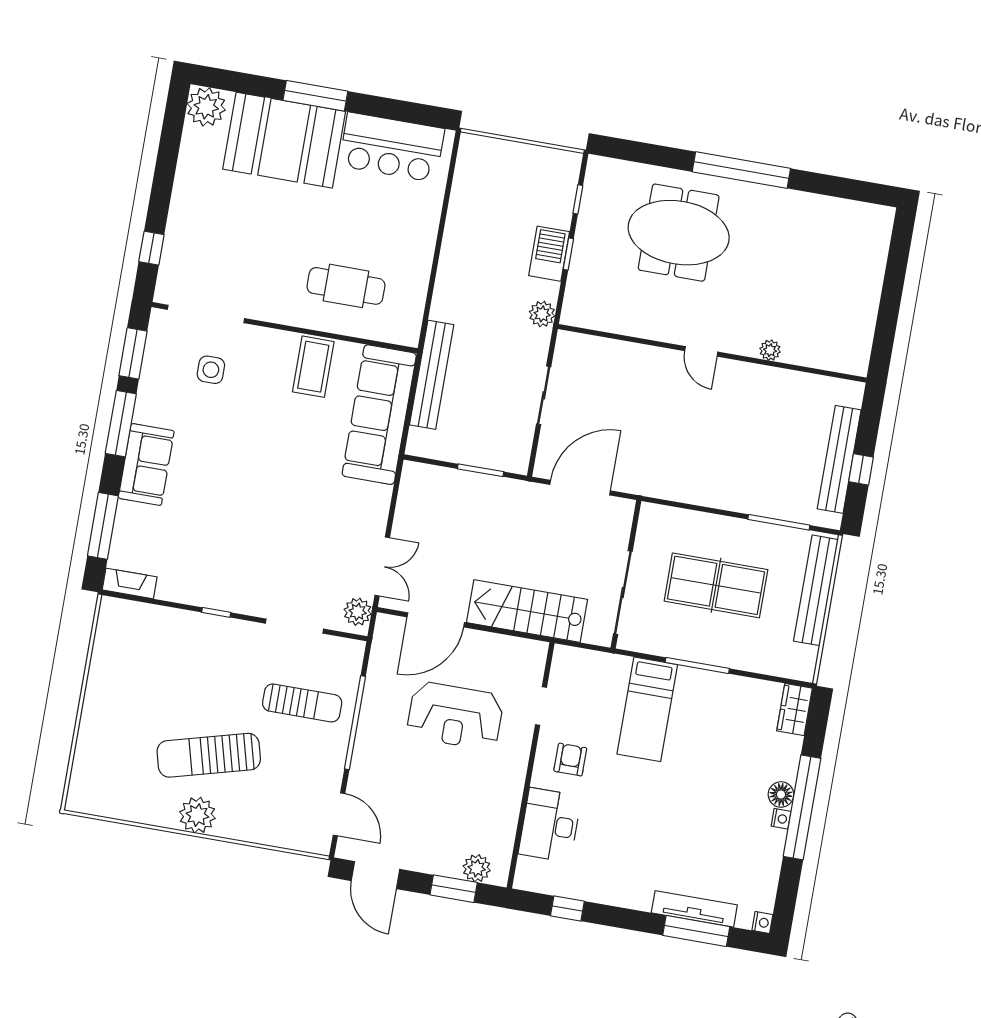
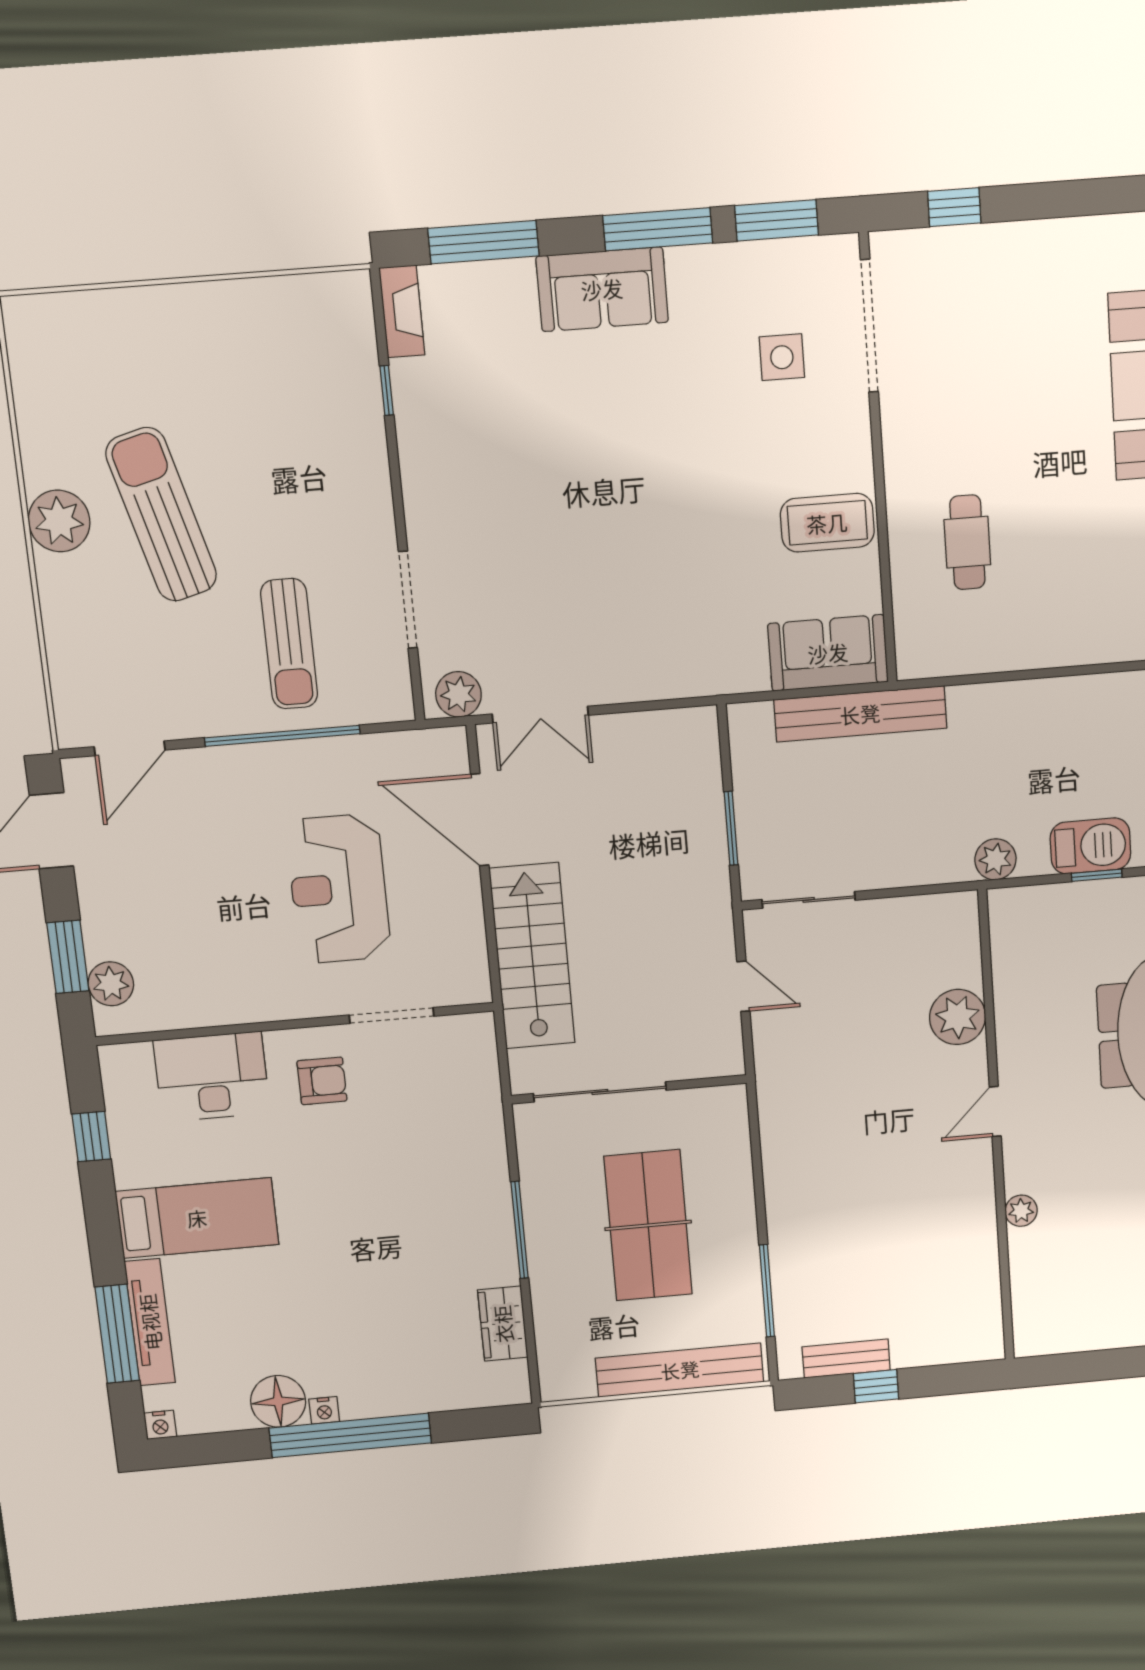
cafe table: (346, 286) -> (967, 542), width x0.73, depth x0.74
plant: (635, 361) -> (958, 1017), added
sliding door: (544, 395) -> (809, 900), moved
sofa: (379, 415) -> (828, 653), width x0.54, depth x0.79
bench: (839, 459) -> (846, 1358), width x0.54, depth x0.82
door: (580, 488) -> (743, 986), width x0.53
window: (216, 612) -> (387, 390), moved
doorway: (541, 706) -> (392, 1016), width x1.38
bed: (647, 709) -> (197, 1218), moved, turned 180
wardrobe: (795, 710) -> (503, 1324), moved, turned -90
floor lamp: (781, 794) -> (278, 1401), moved, width x1.38, depth x1.38

